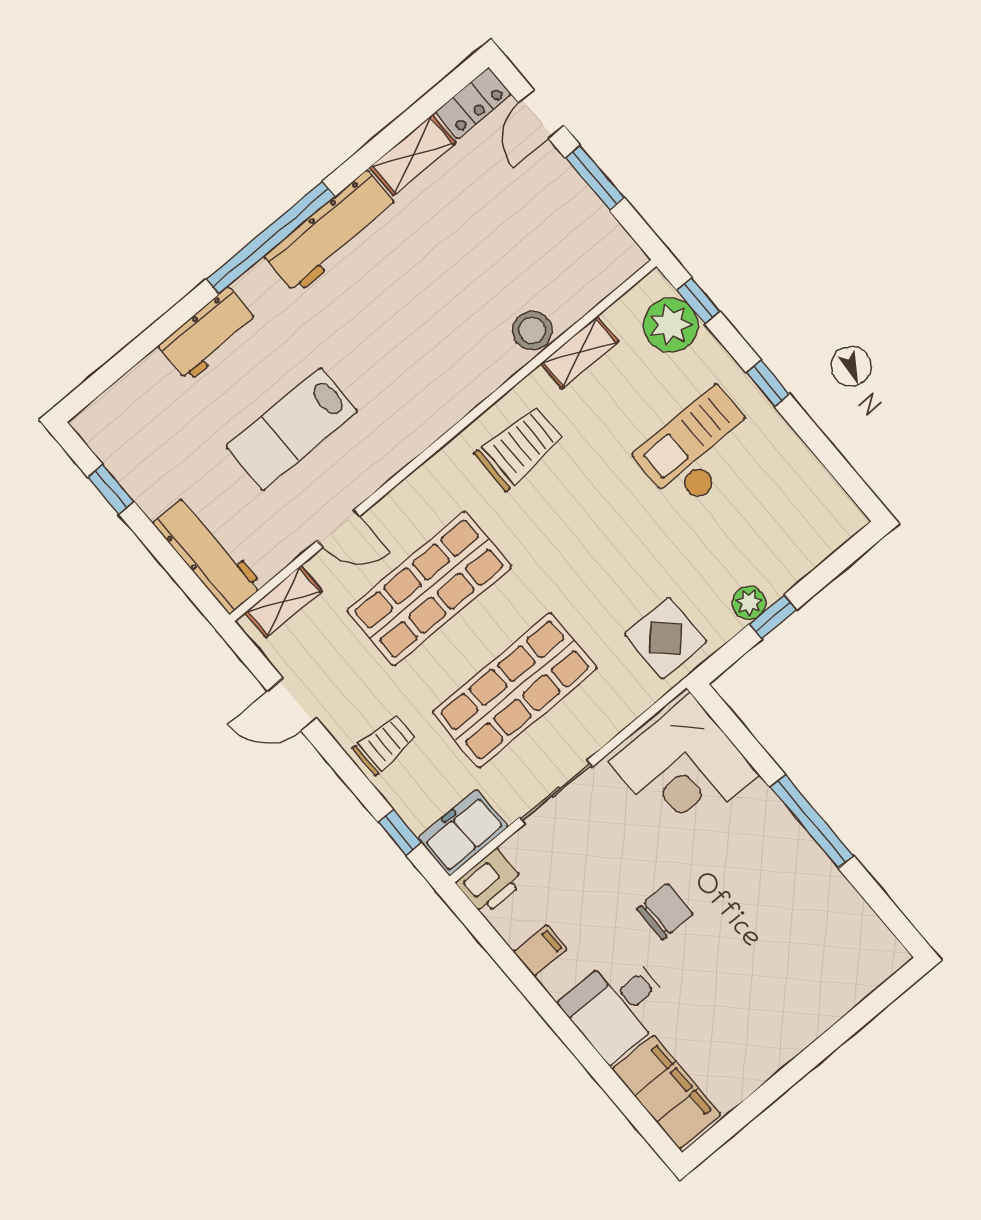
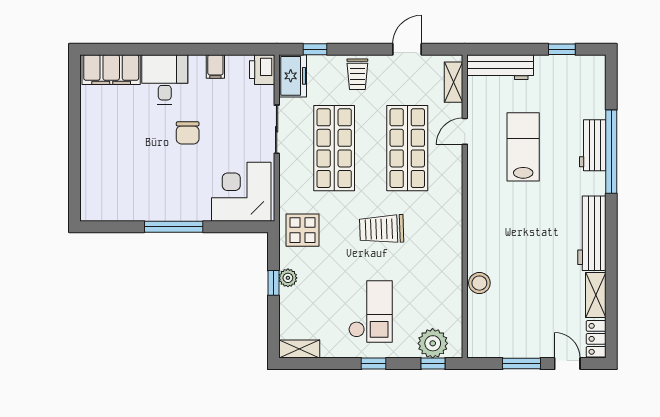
window: (270, 238) -> (611, 152), moved
shelving: (579, 352) -> (299, 349), moved, turned 90
trolley: (519, 448) -> (382, 229), moved, turned 88

